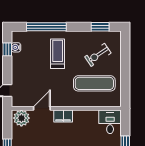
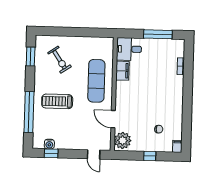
exercise mat: (94, 83) -> (96, 81), moved
filing cabinet: (63, 116) -> (122, 71), moved

